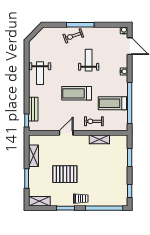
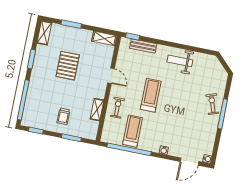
weight bench: (89, 60) -> (183, 115), removed
shelving: (34, 156) -> (104, 38), moved
trolley: (81, 199) -> (63, 116), moved

